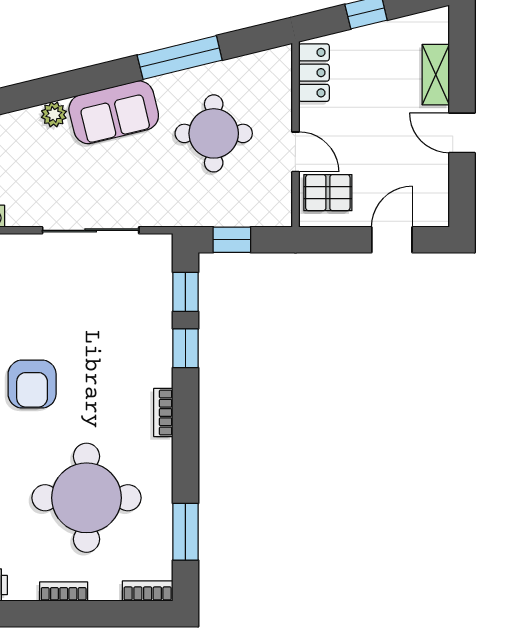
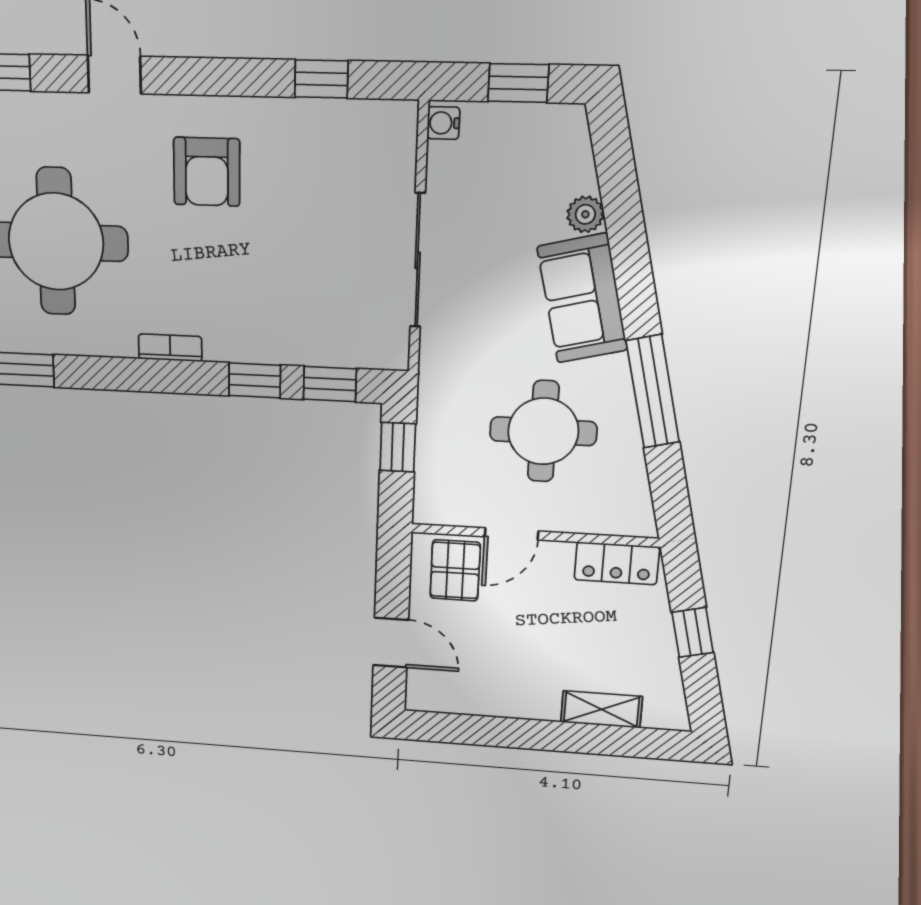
door: (462, 133) -> (524, 734), removed
armchair: (32, 384) -> (207, 172), turned -90

